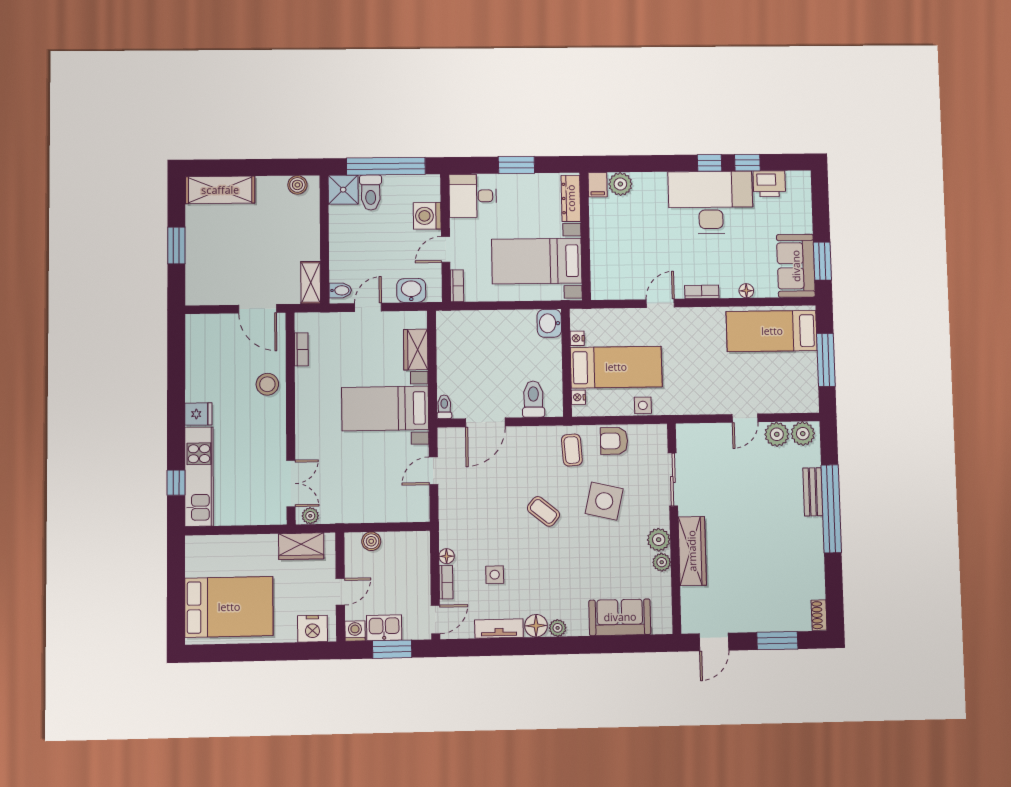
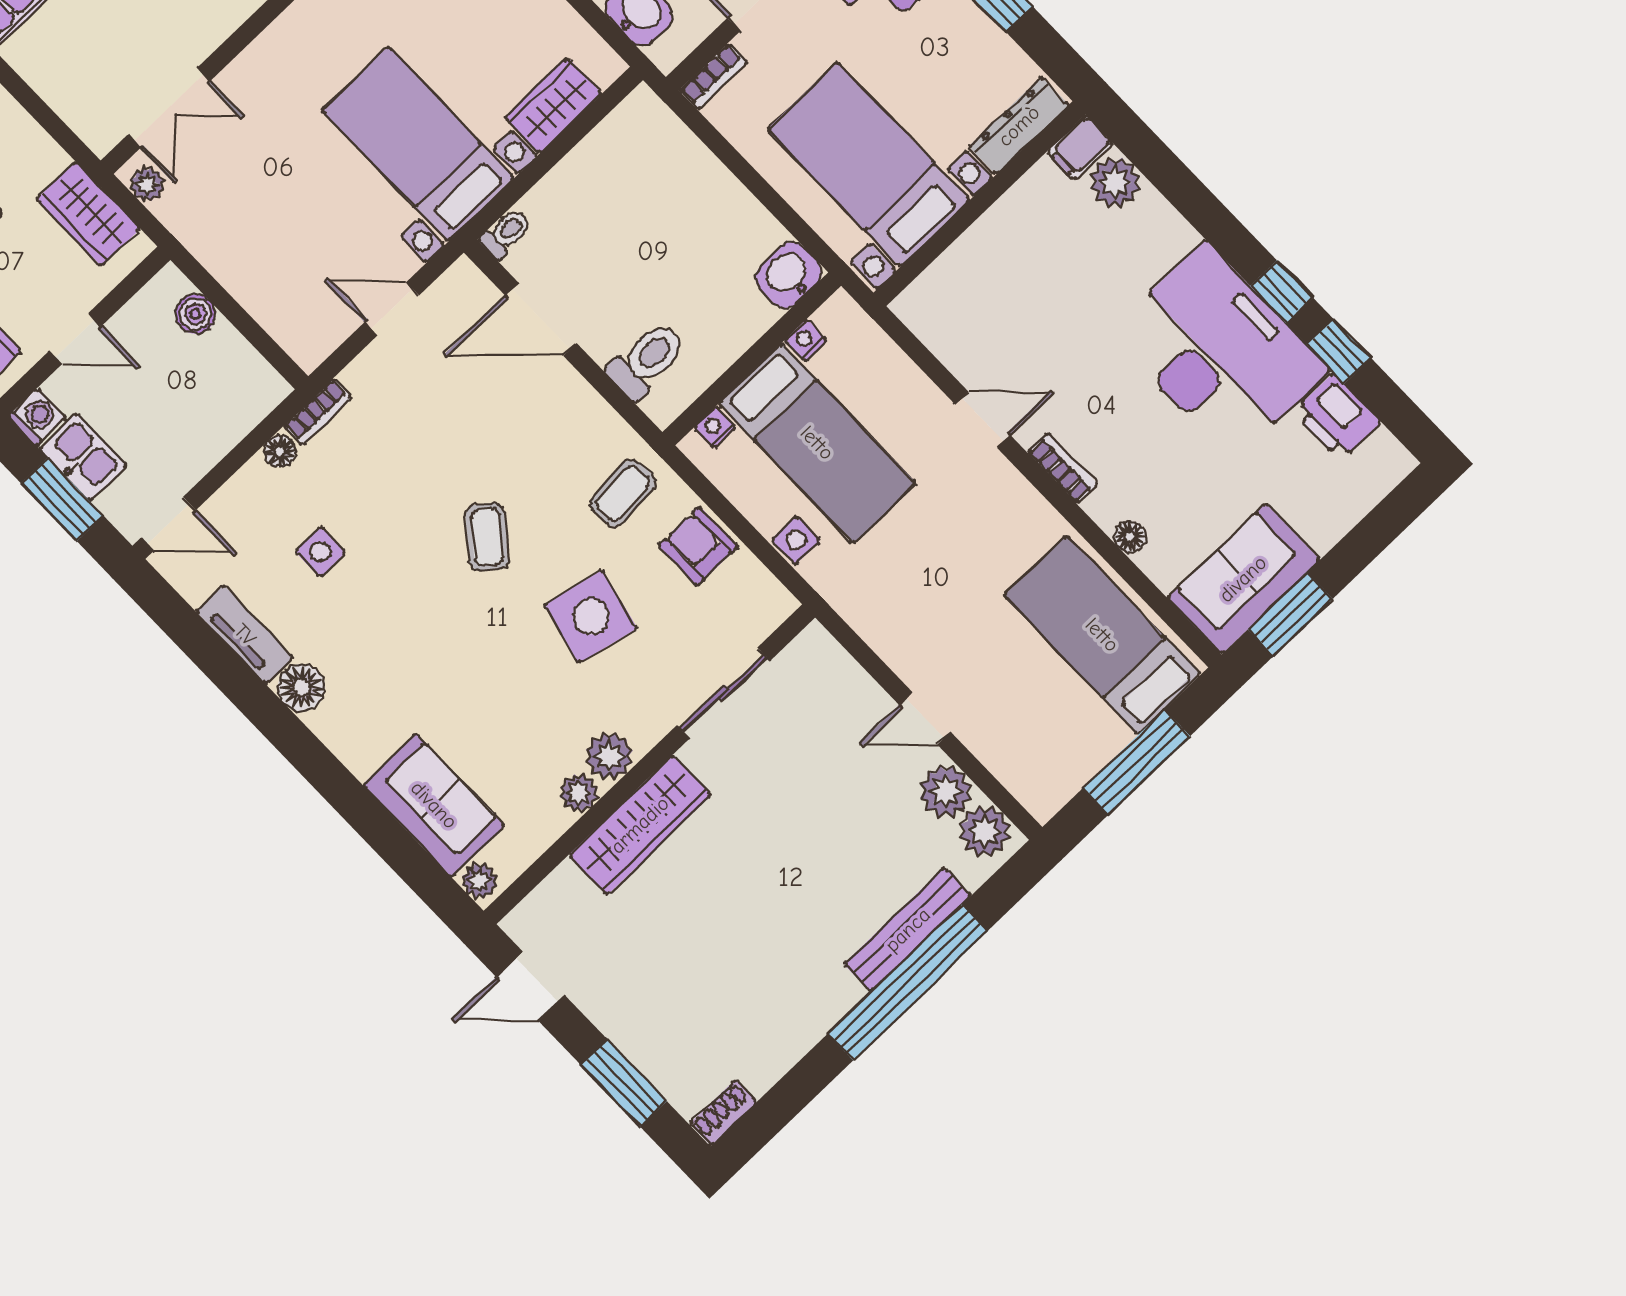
bench: (813, 492) -> (908, 930), width x1.36
bookcase: (446, 582) -> (318, 412), moved
plant: (558, 628) -> (480, 881), moved

